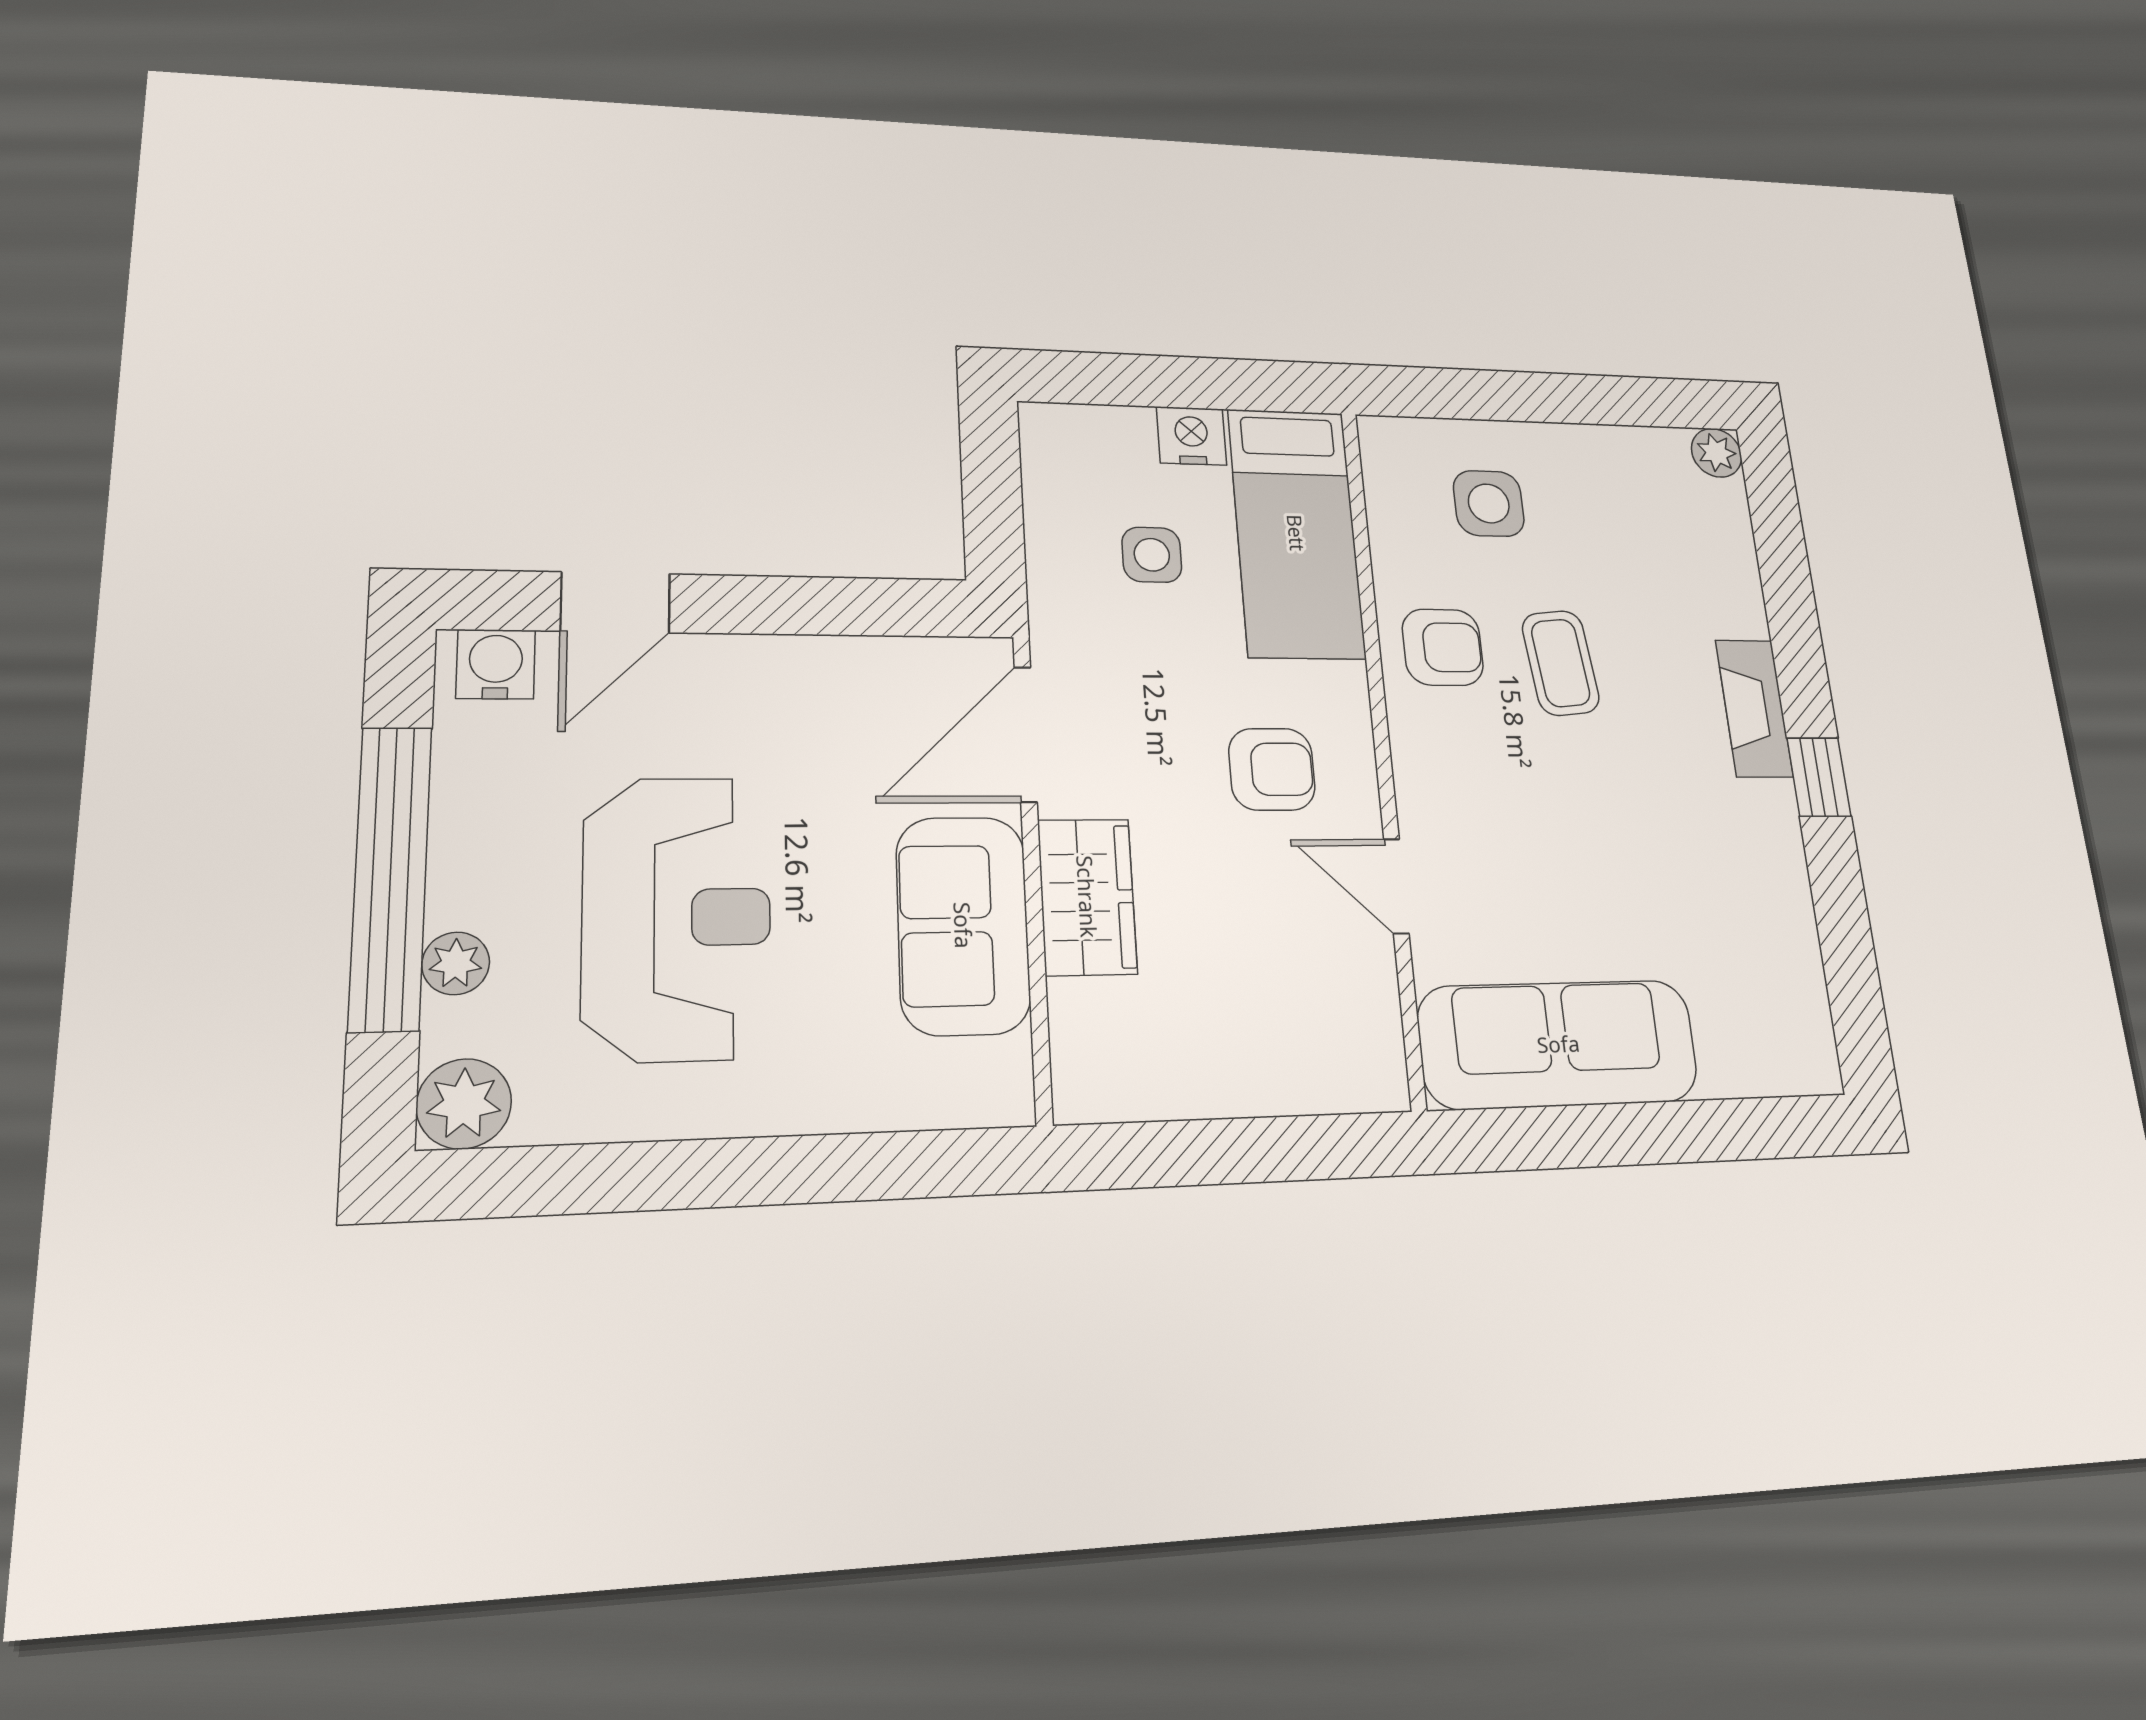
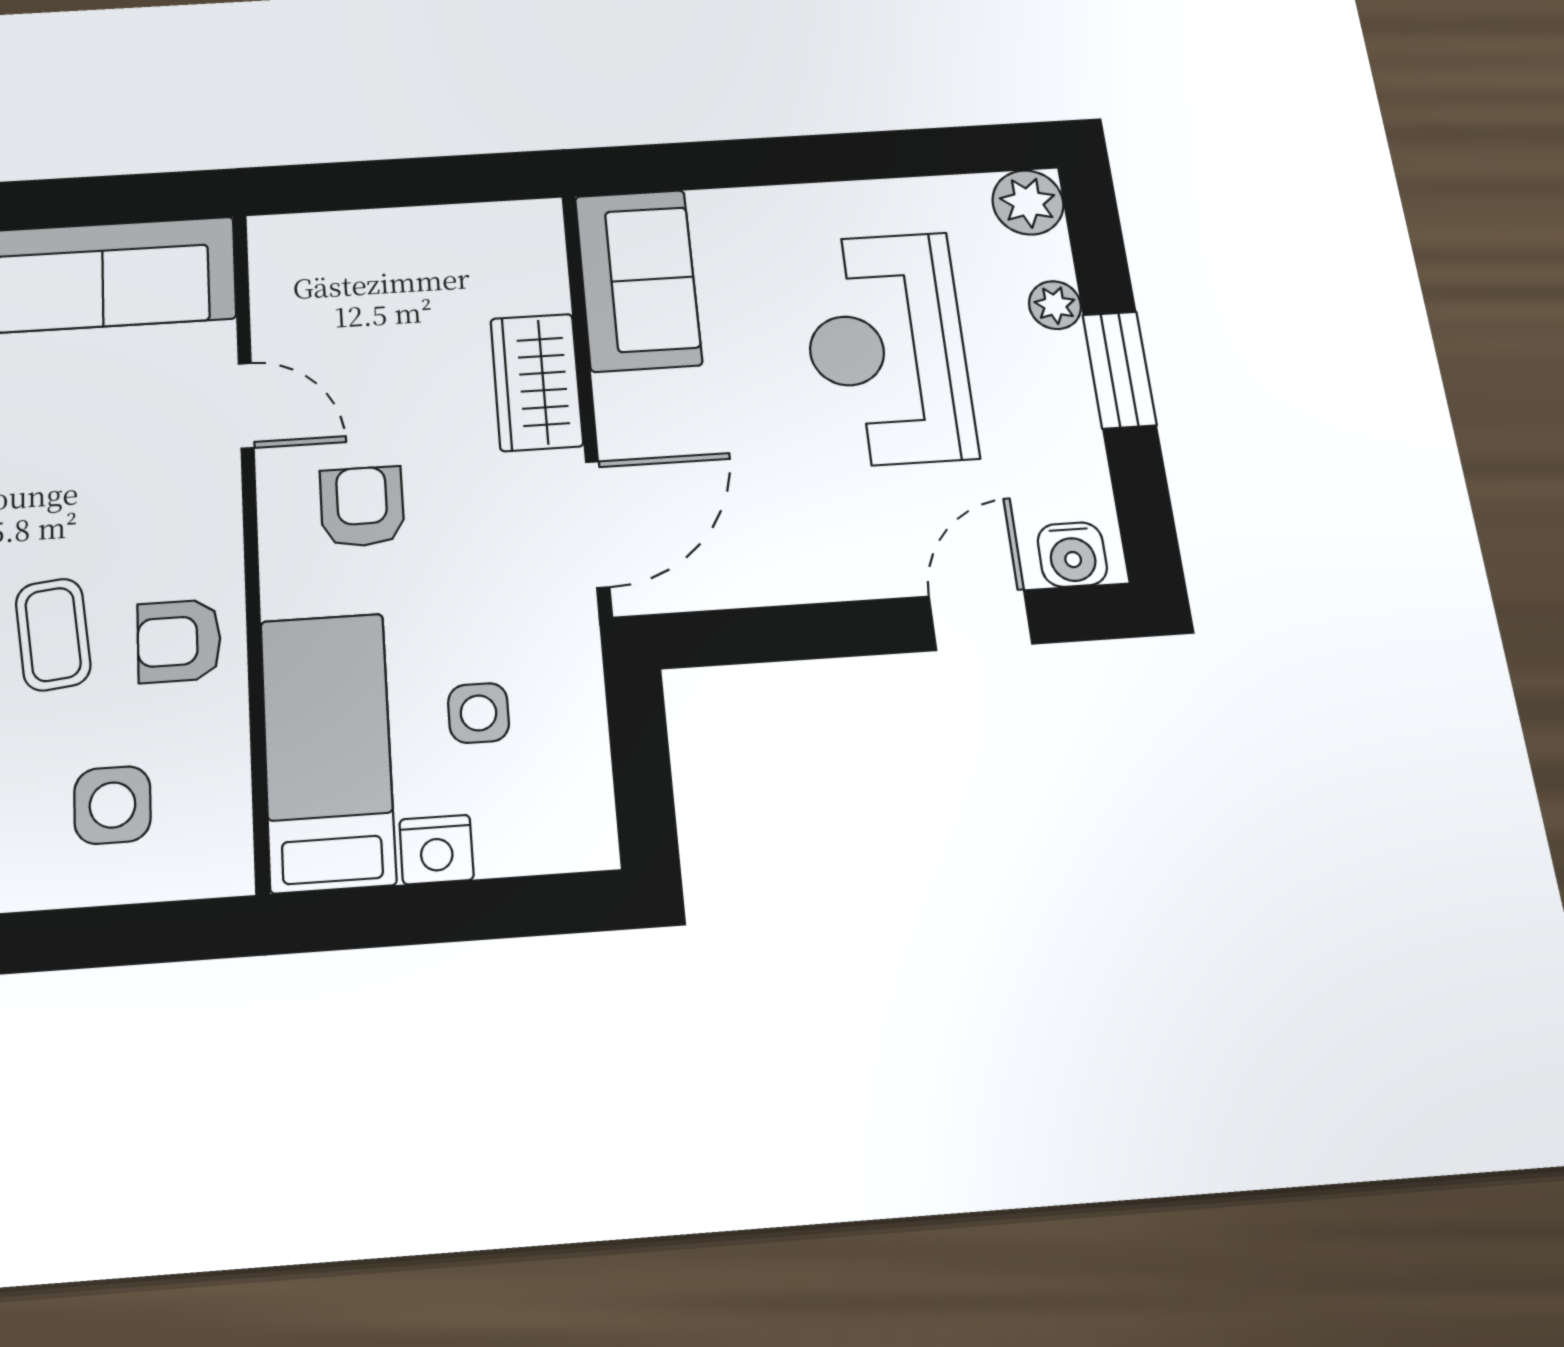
armchair: (1272, 769) -> (362, 507), turned 90
window: (390, 877) -> (1119, 370), width x0.47
sofa: (963, 925) -> (638, 280), moved

